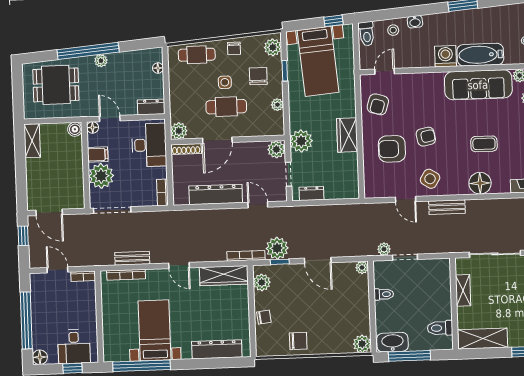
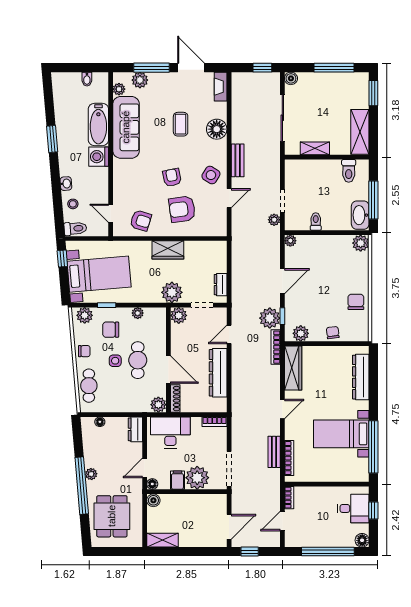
armchair: (392, 149) -> (182, 209), turned 82

